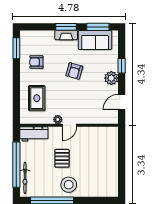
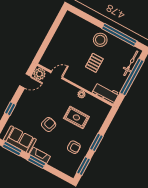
plant: (111, 78) -> (39, 74), moved
window: (16, 79) -> (96, 142), added
rug: (37, 98) -> (76, 117), moved, turned 90
door: (69, 125) -> (57, 75), moved

